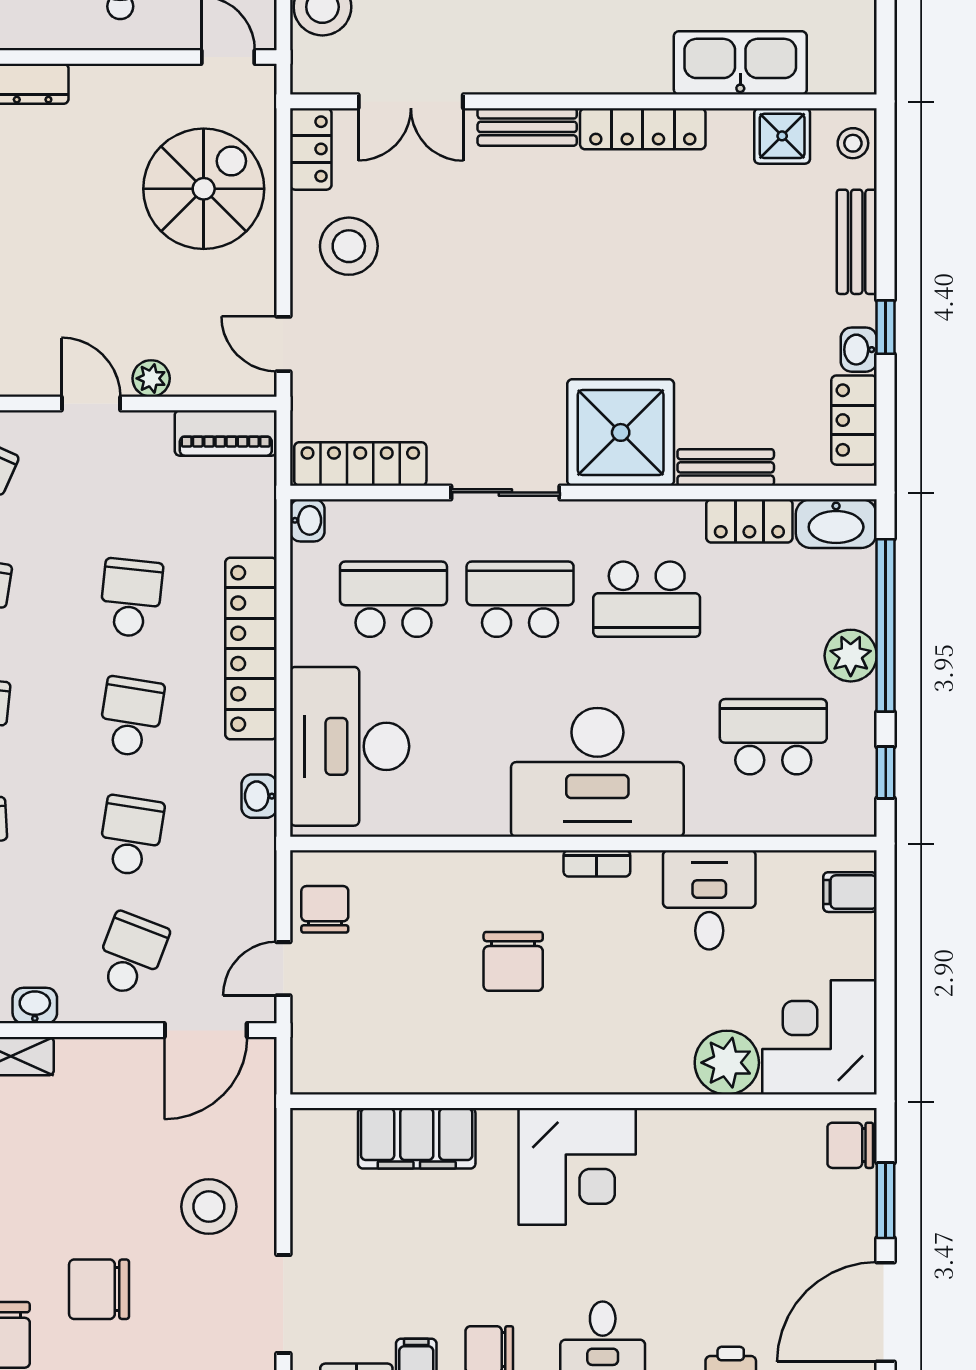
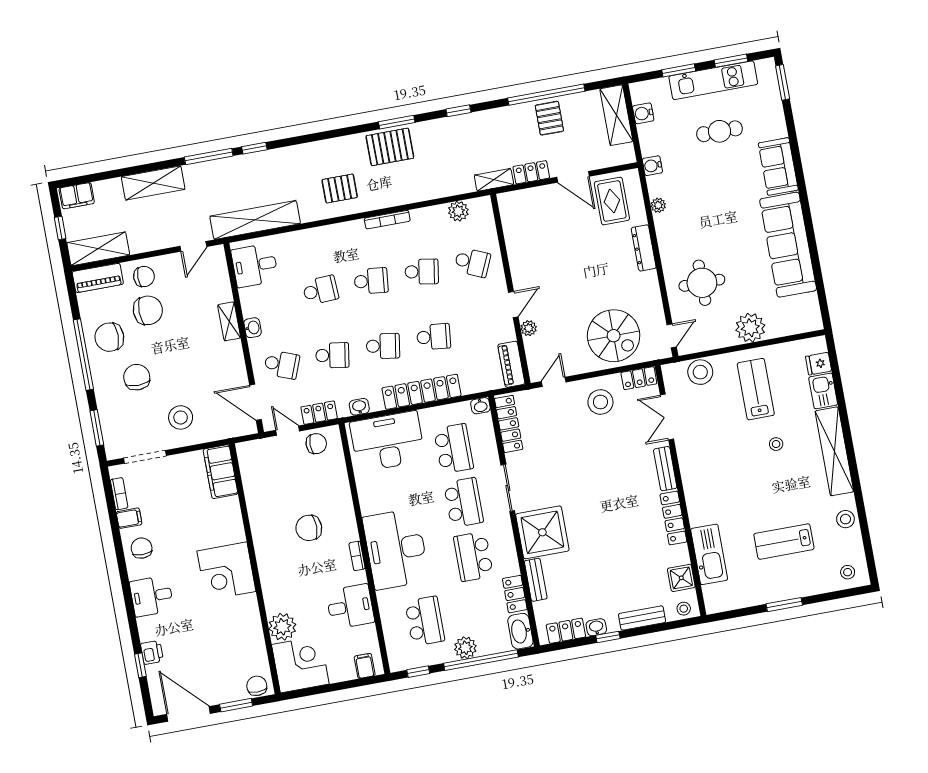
locker: (256, 890) -> (319, 413), added
filing cabinet: (417, 1138) -> (221, 472), moved

